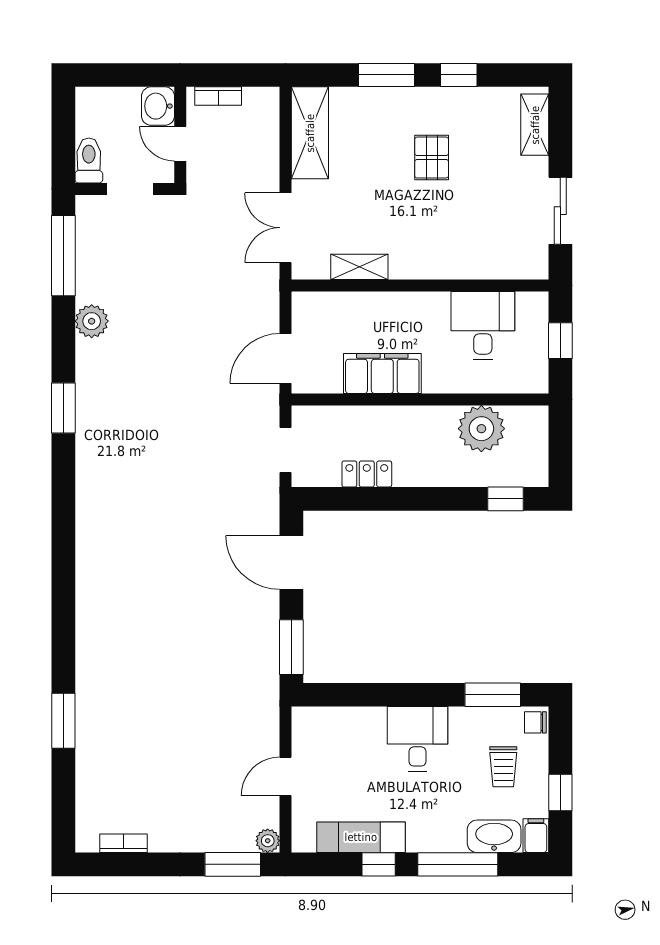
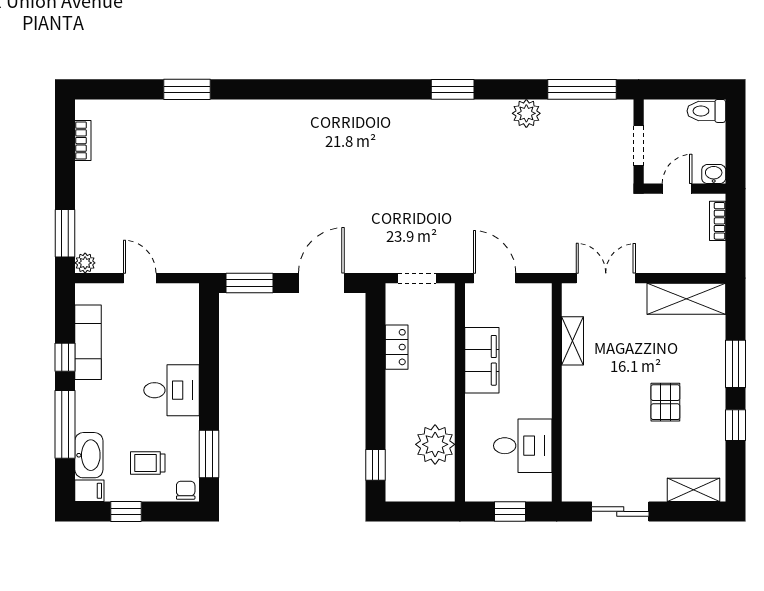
washbasin: (158, 106) -> (714, 174), width x0.72, depth x0.69
pallet: (432, 158) -> (665, 402), turned 90
toilet: (89, 160) -> (706, 111), moved, turned 180

